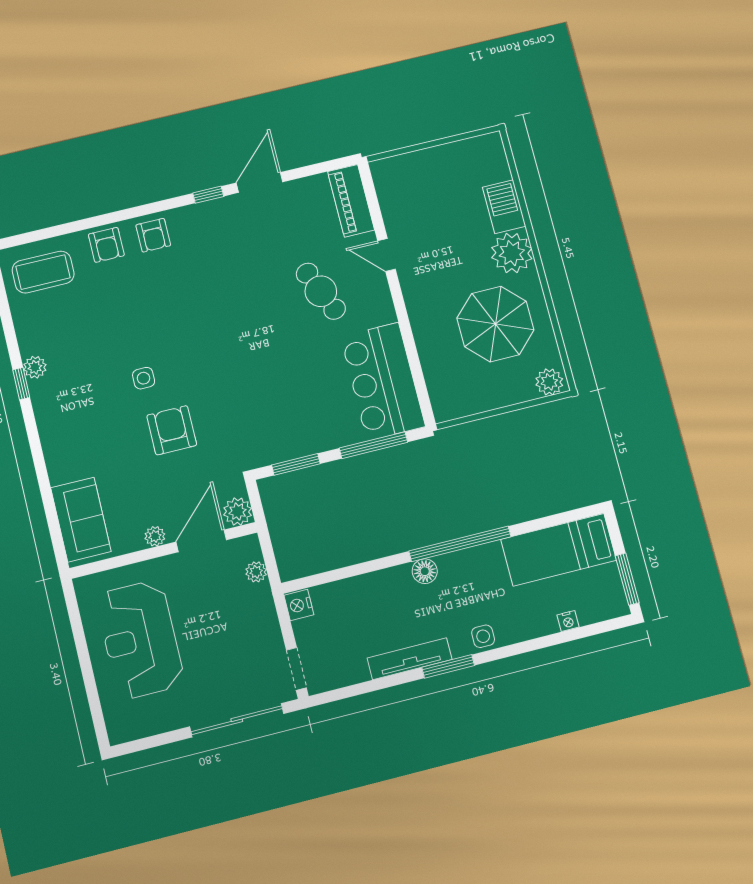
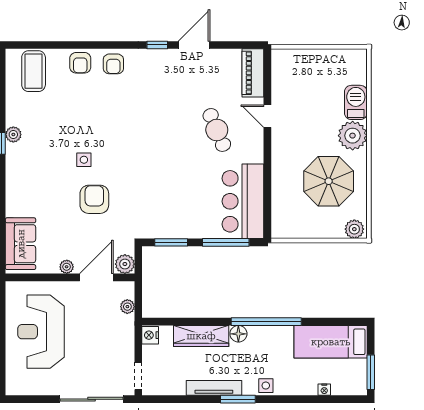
coffee table: (43, 272) -> (34, 71), turned 90
wardrobe: (372, 588) -> (201, 336), added

